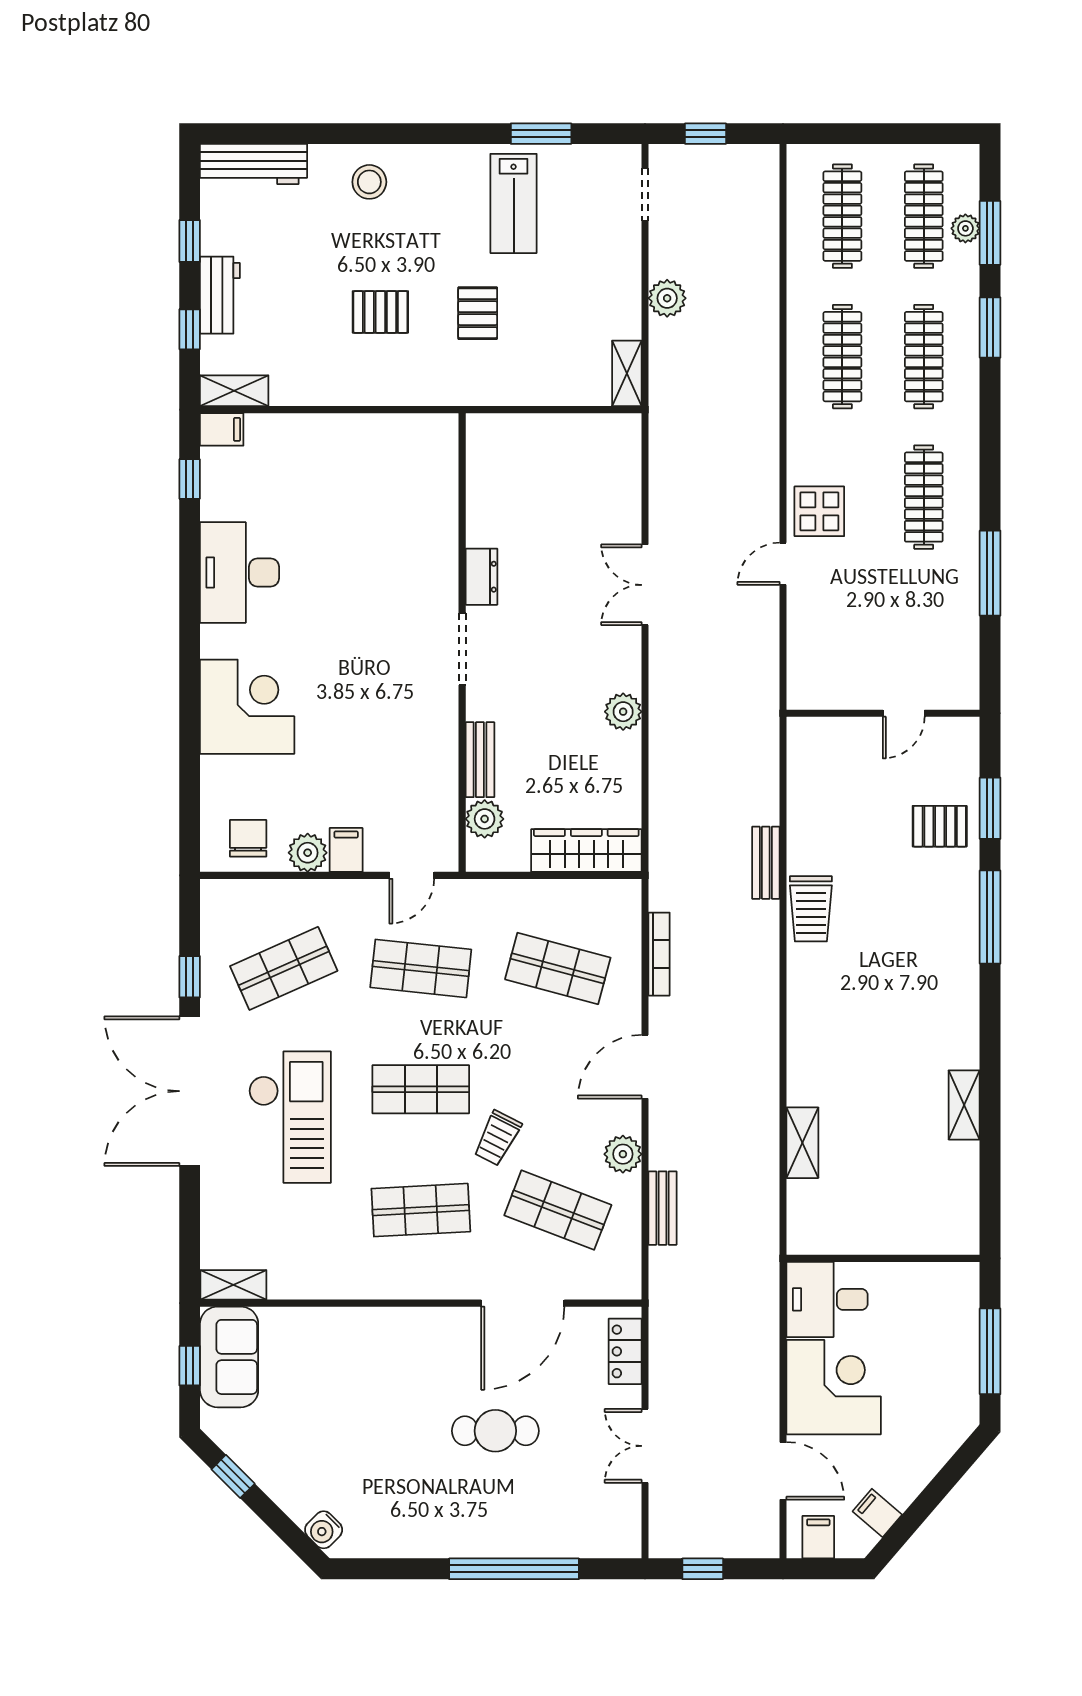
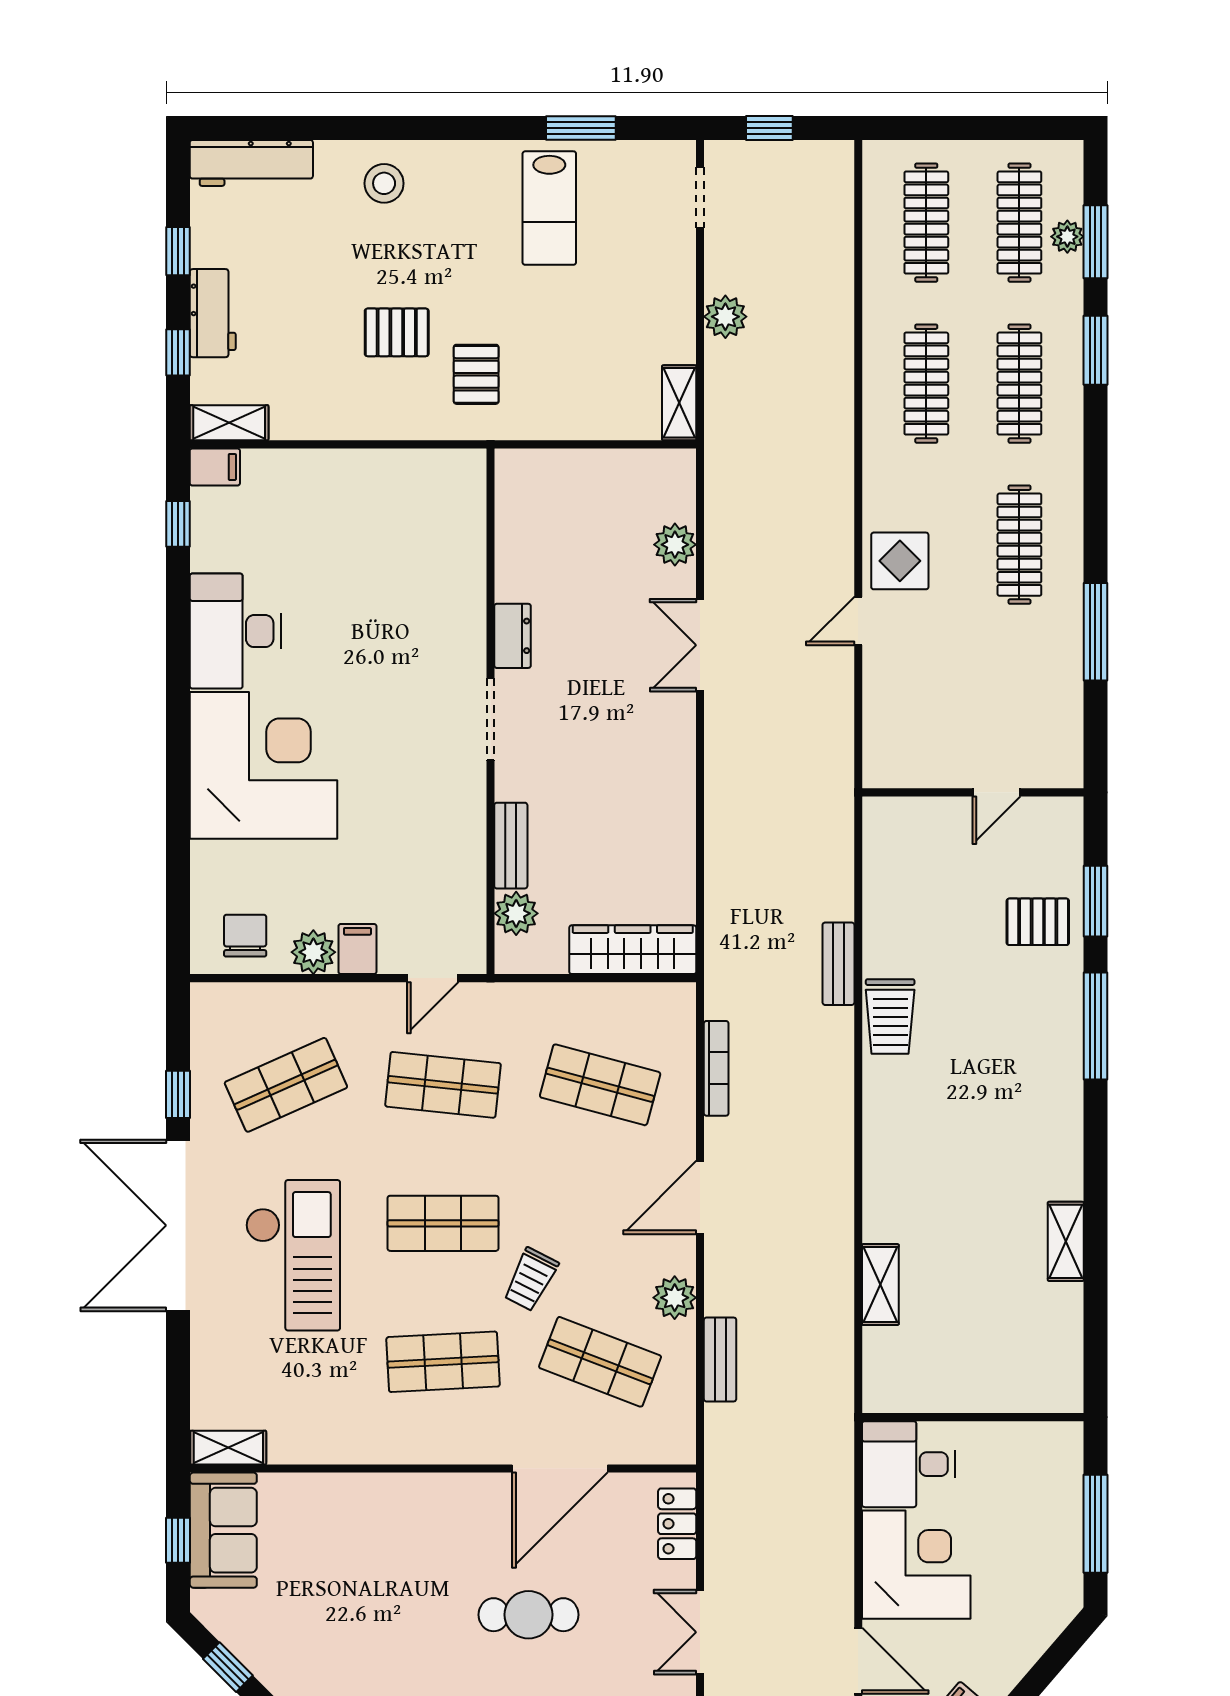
pallet: (478, 313) -> (476, 374), moved
corner desk: (247, 707) -> (264, 765), width x1.36, depth x1.36
plant: (623, 712) -> (675, 545), moved

